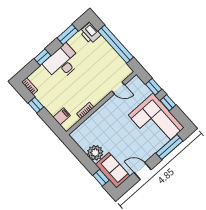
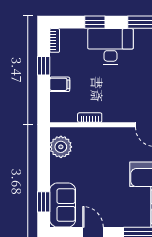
filing cabinet: (62, 116) -> (60, 84), moved
plant: (95, 153) -> (61, 147), moved

